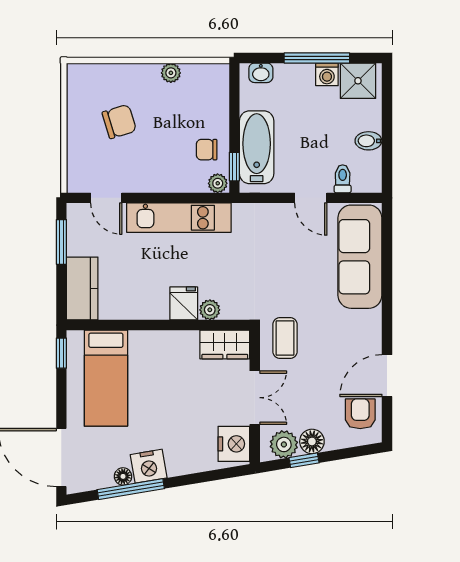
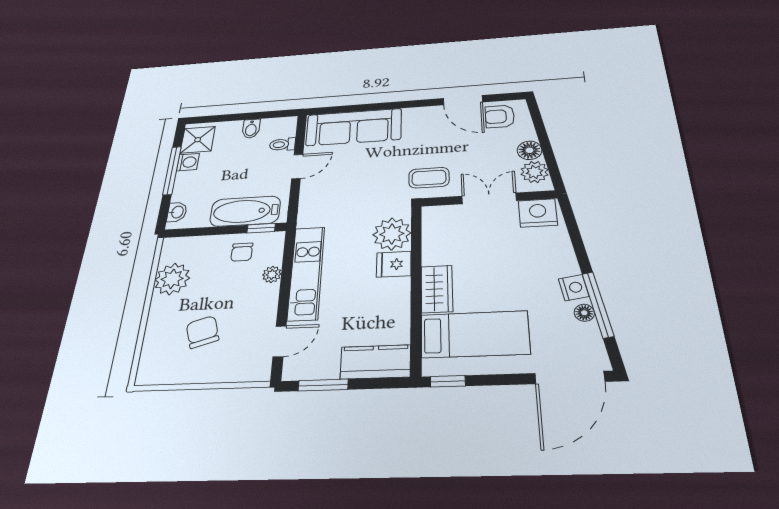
plant: (171, 73) -> (172, 279), width x1.88, depth x1.88
plant: (218, 183) -> (272, 274), moved
plant: (210, 310) -> (392, 234), width x1.88, depth x1.88
wardrobe: (225, 345) -> (437, 289), moved
window: (304, 460) -> (549, 155), removed
nightstand: (149, 466) -> (574, 288), width x0.74, depth x0.75

